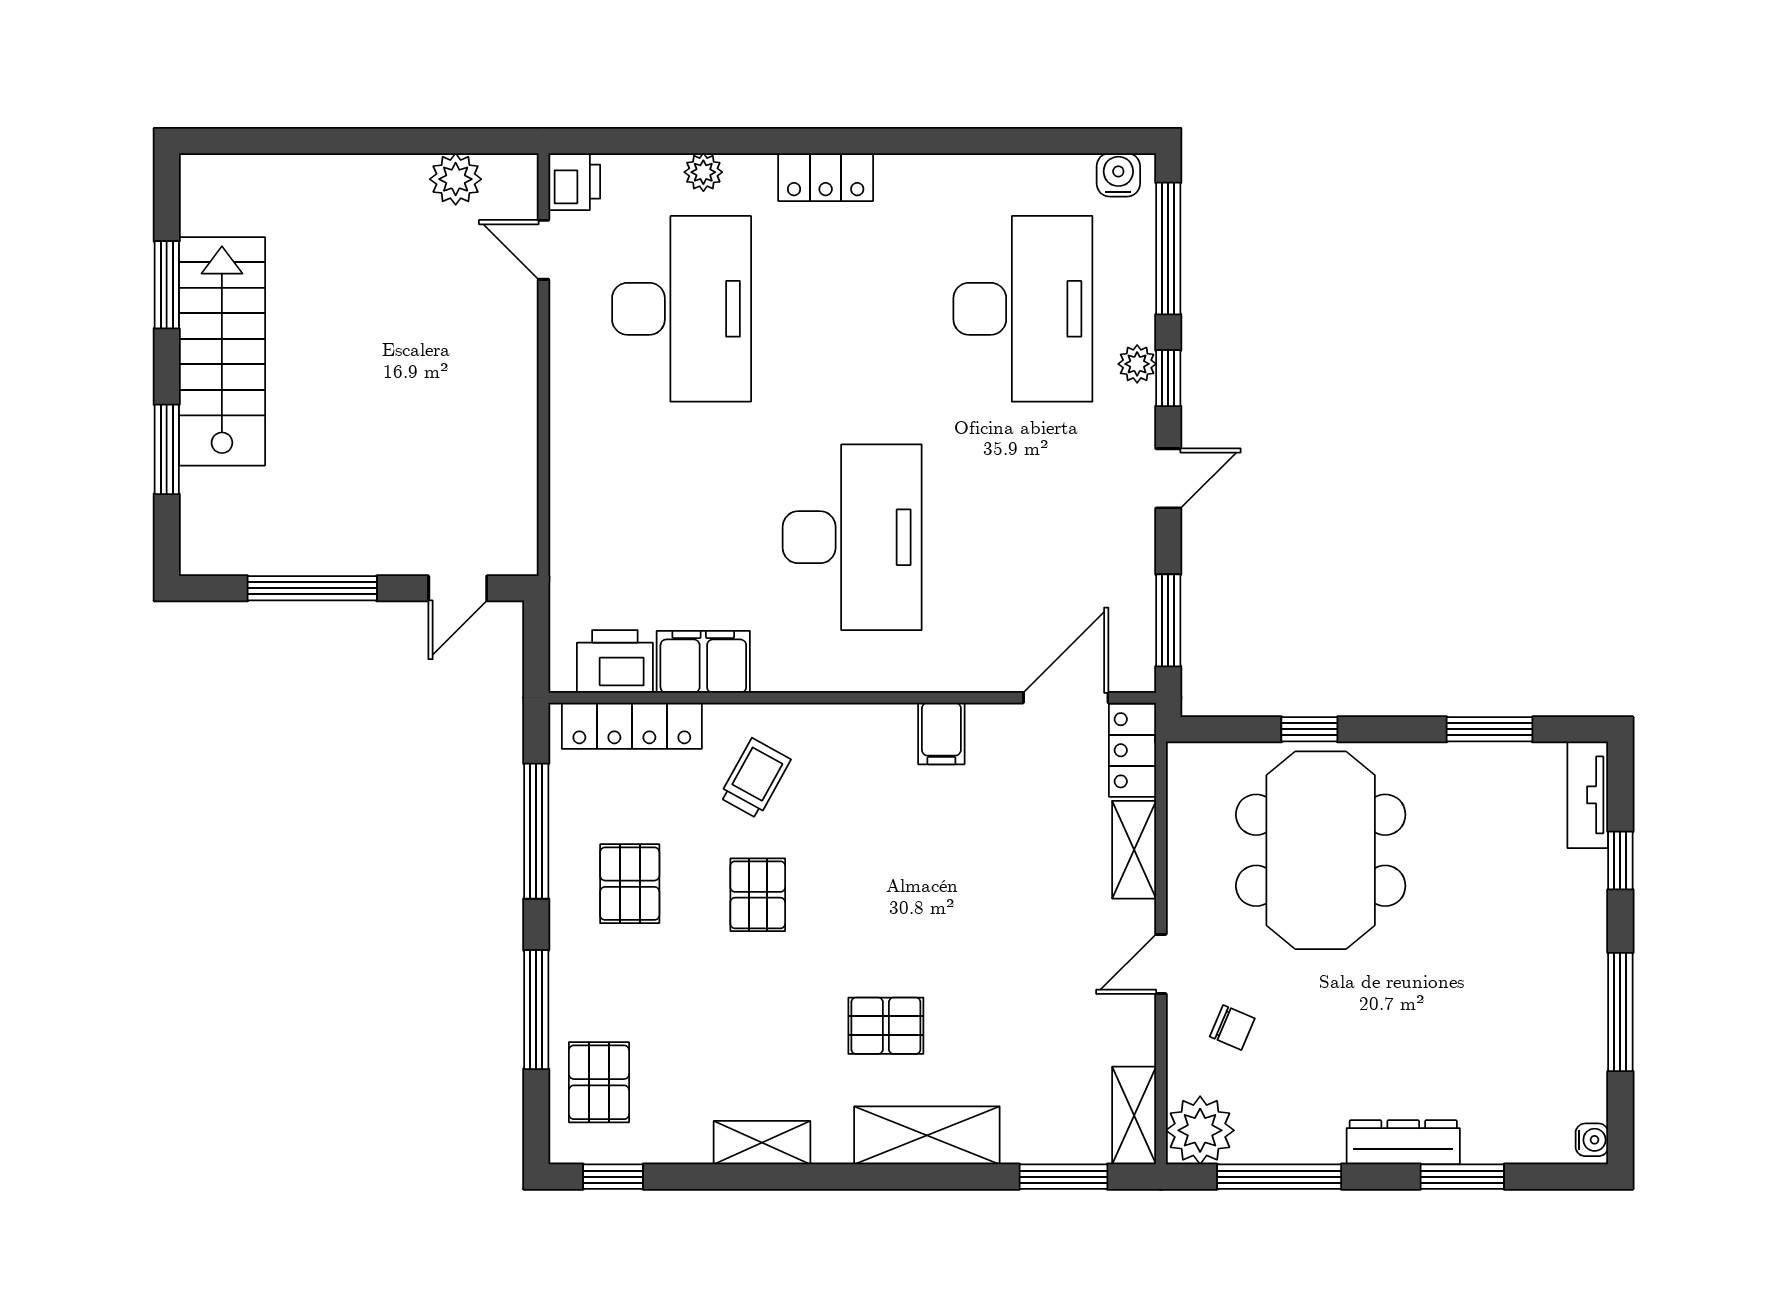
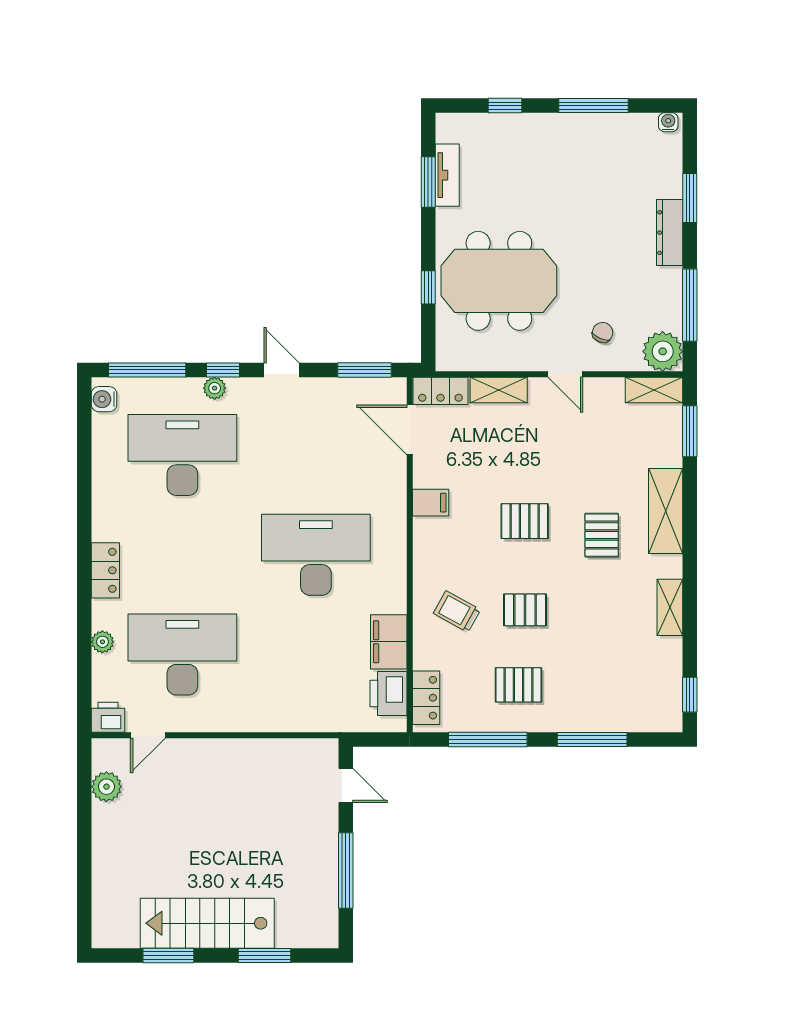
locker: (632, 726) -> (426, 698), width x0.66
tv unit: (1588, 795) -> (447, 175), moved, turned -90
pallet: (599, 1082) -> (525, 521), moved

